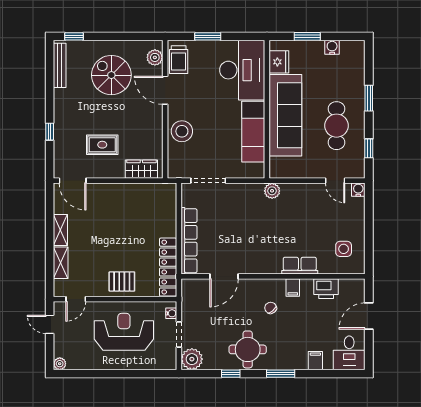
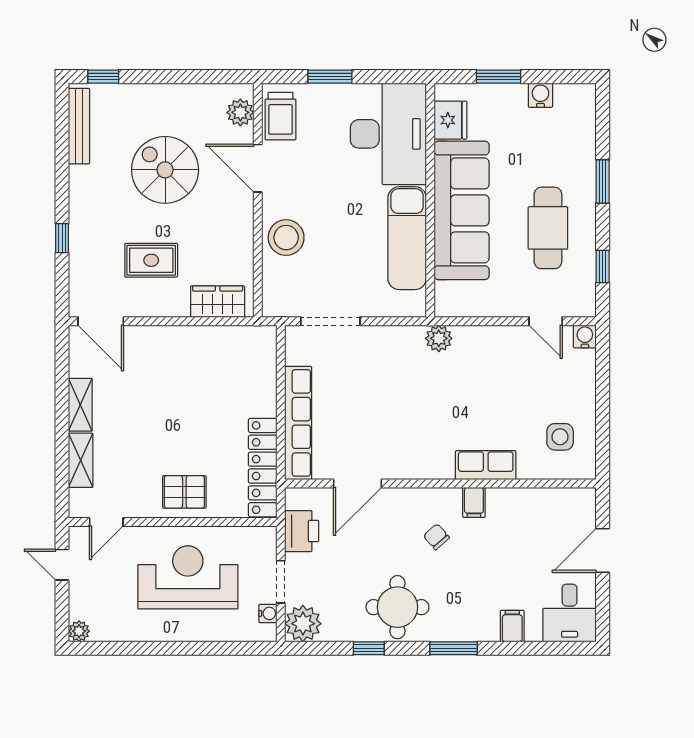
spiral stairs: (111, 75) -> (165, 170), moved
printer: (326, 289) -> (302, 531), moved, turned -90
water cooler: (171, 313) -> (268, 613), moved

